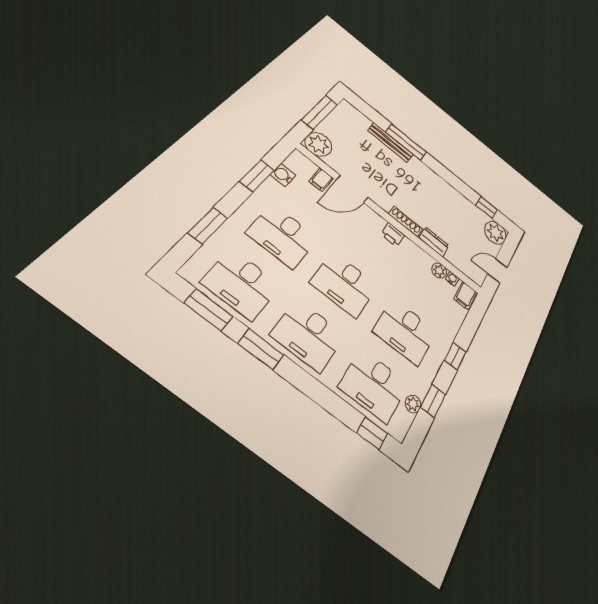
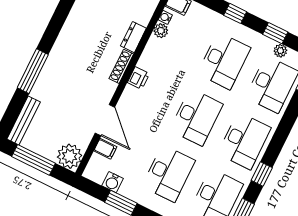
bench: (390, 142) -> (24, 120), moved
window: (261, 349) -> (262, 174), width x0.67

